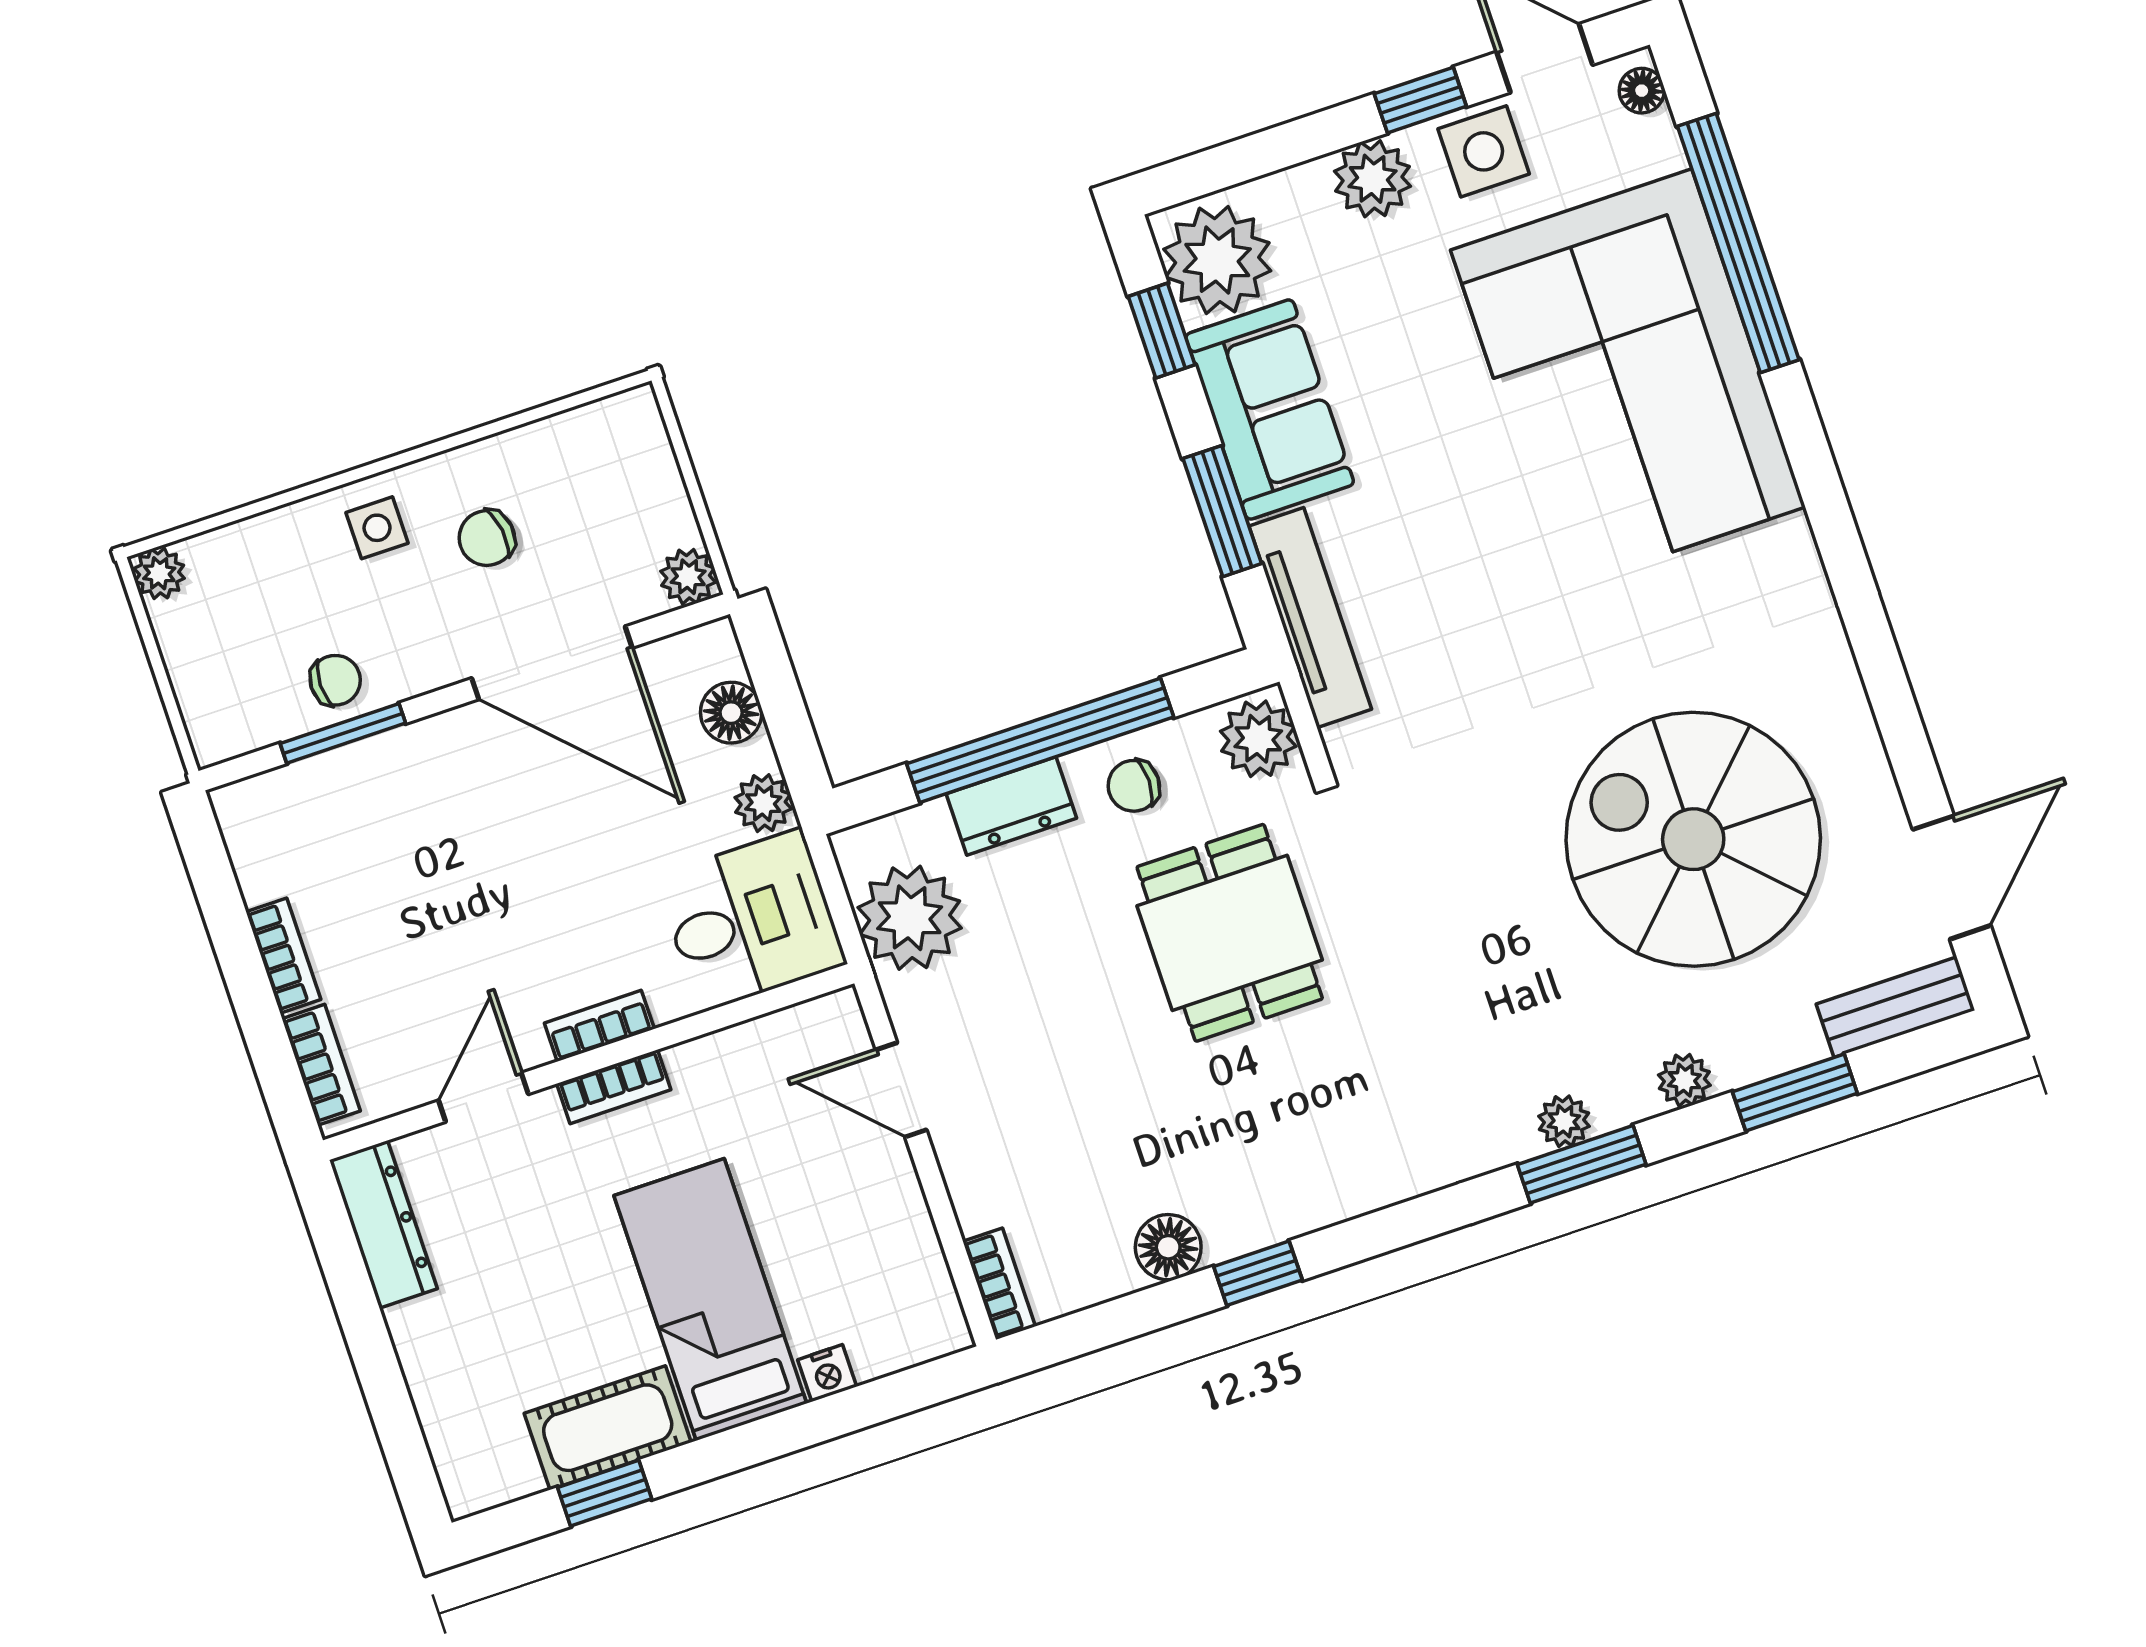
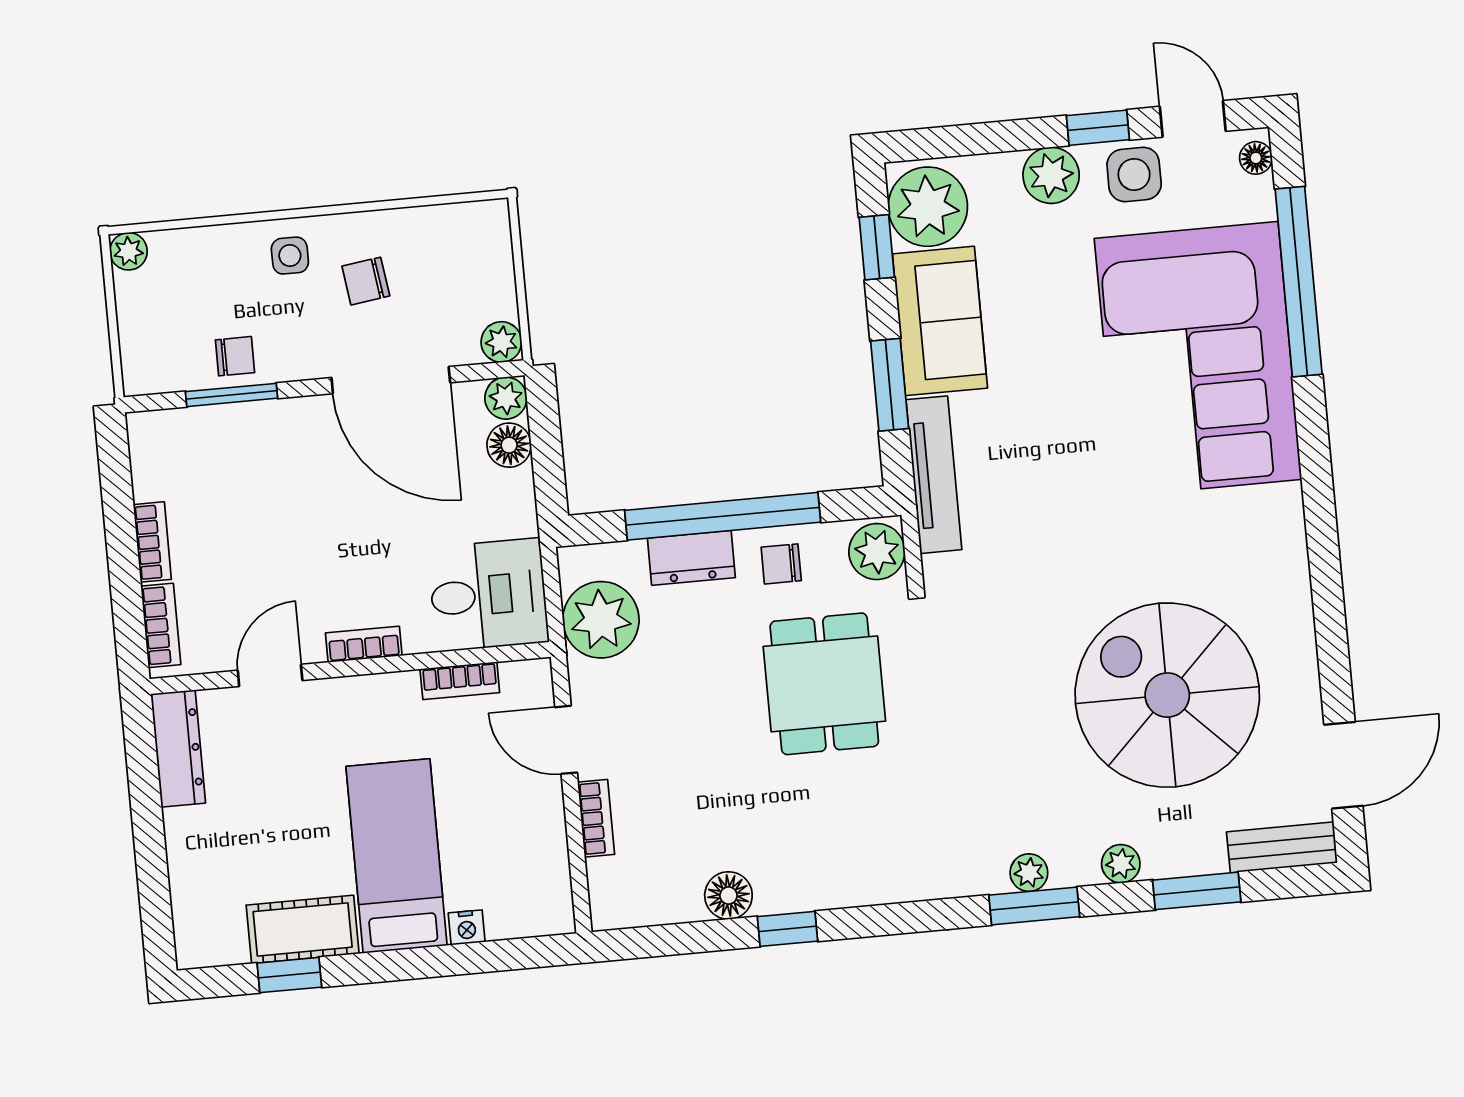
plant: (763, 803) -> (506, 398), moved
bookcase: (614, 1087) -> (460, 681), moved
bookcase: (999, 1284) -> (596, 818), moved

